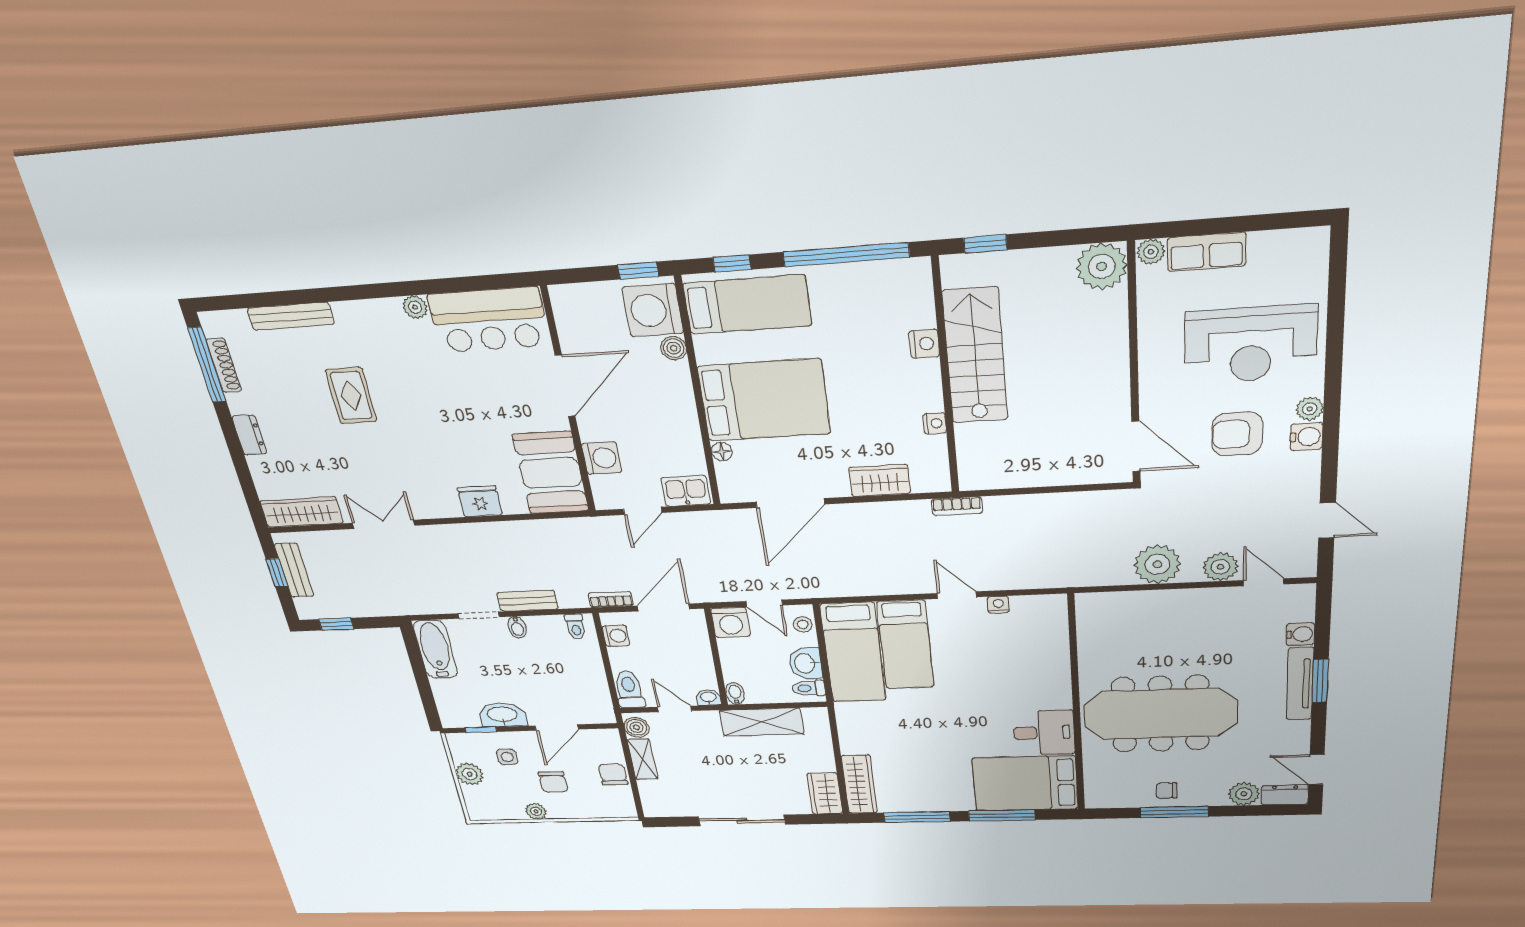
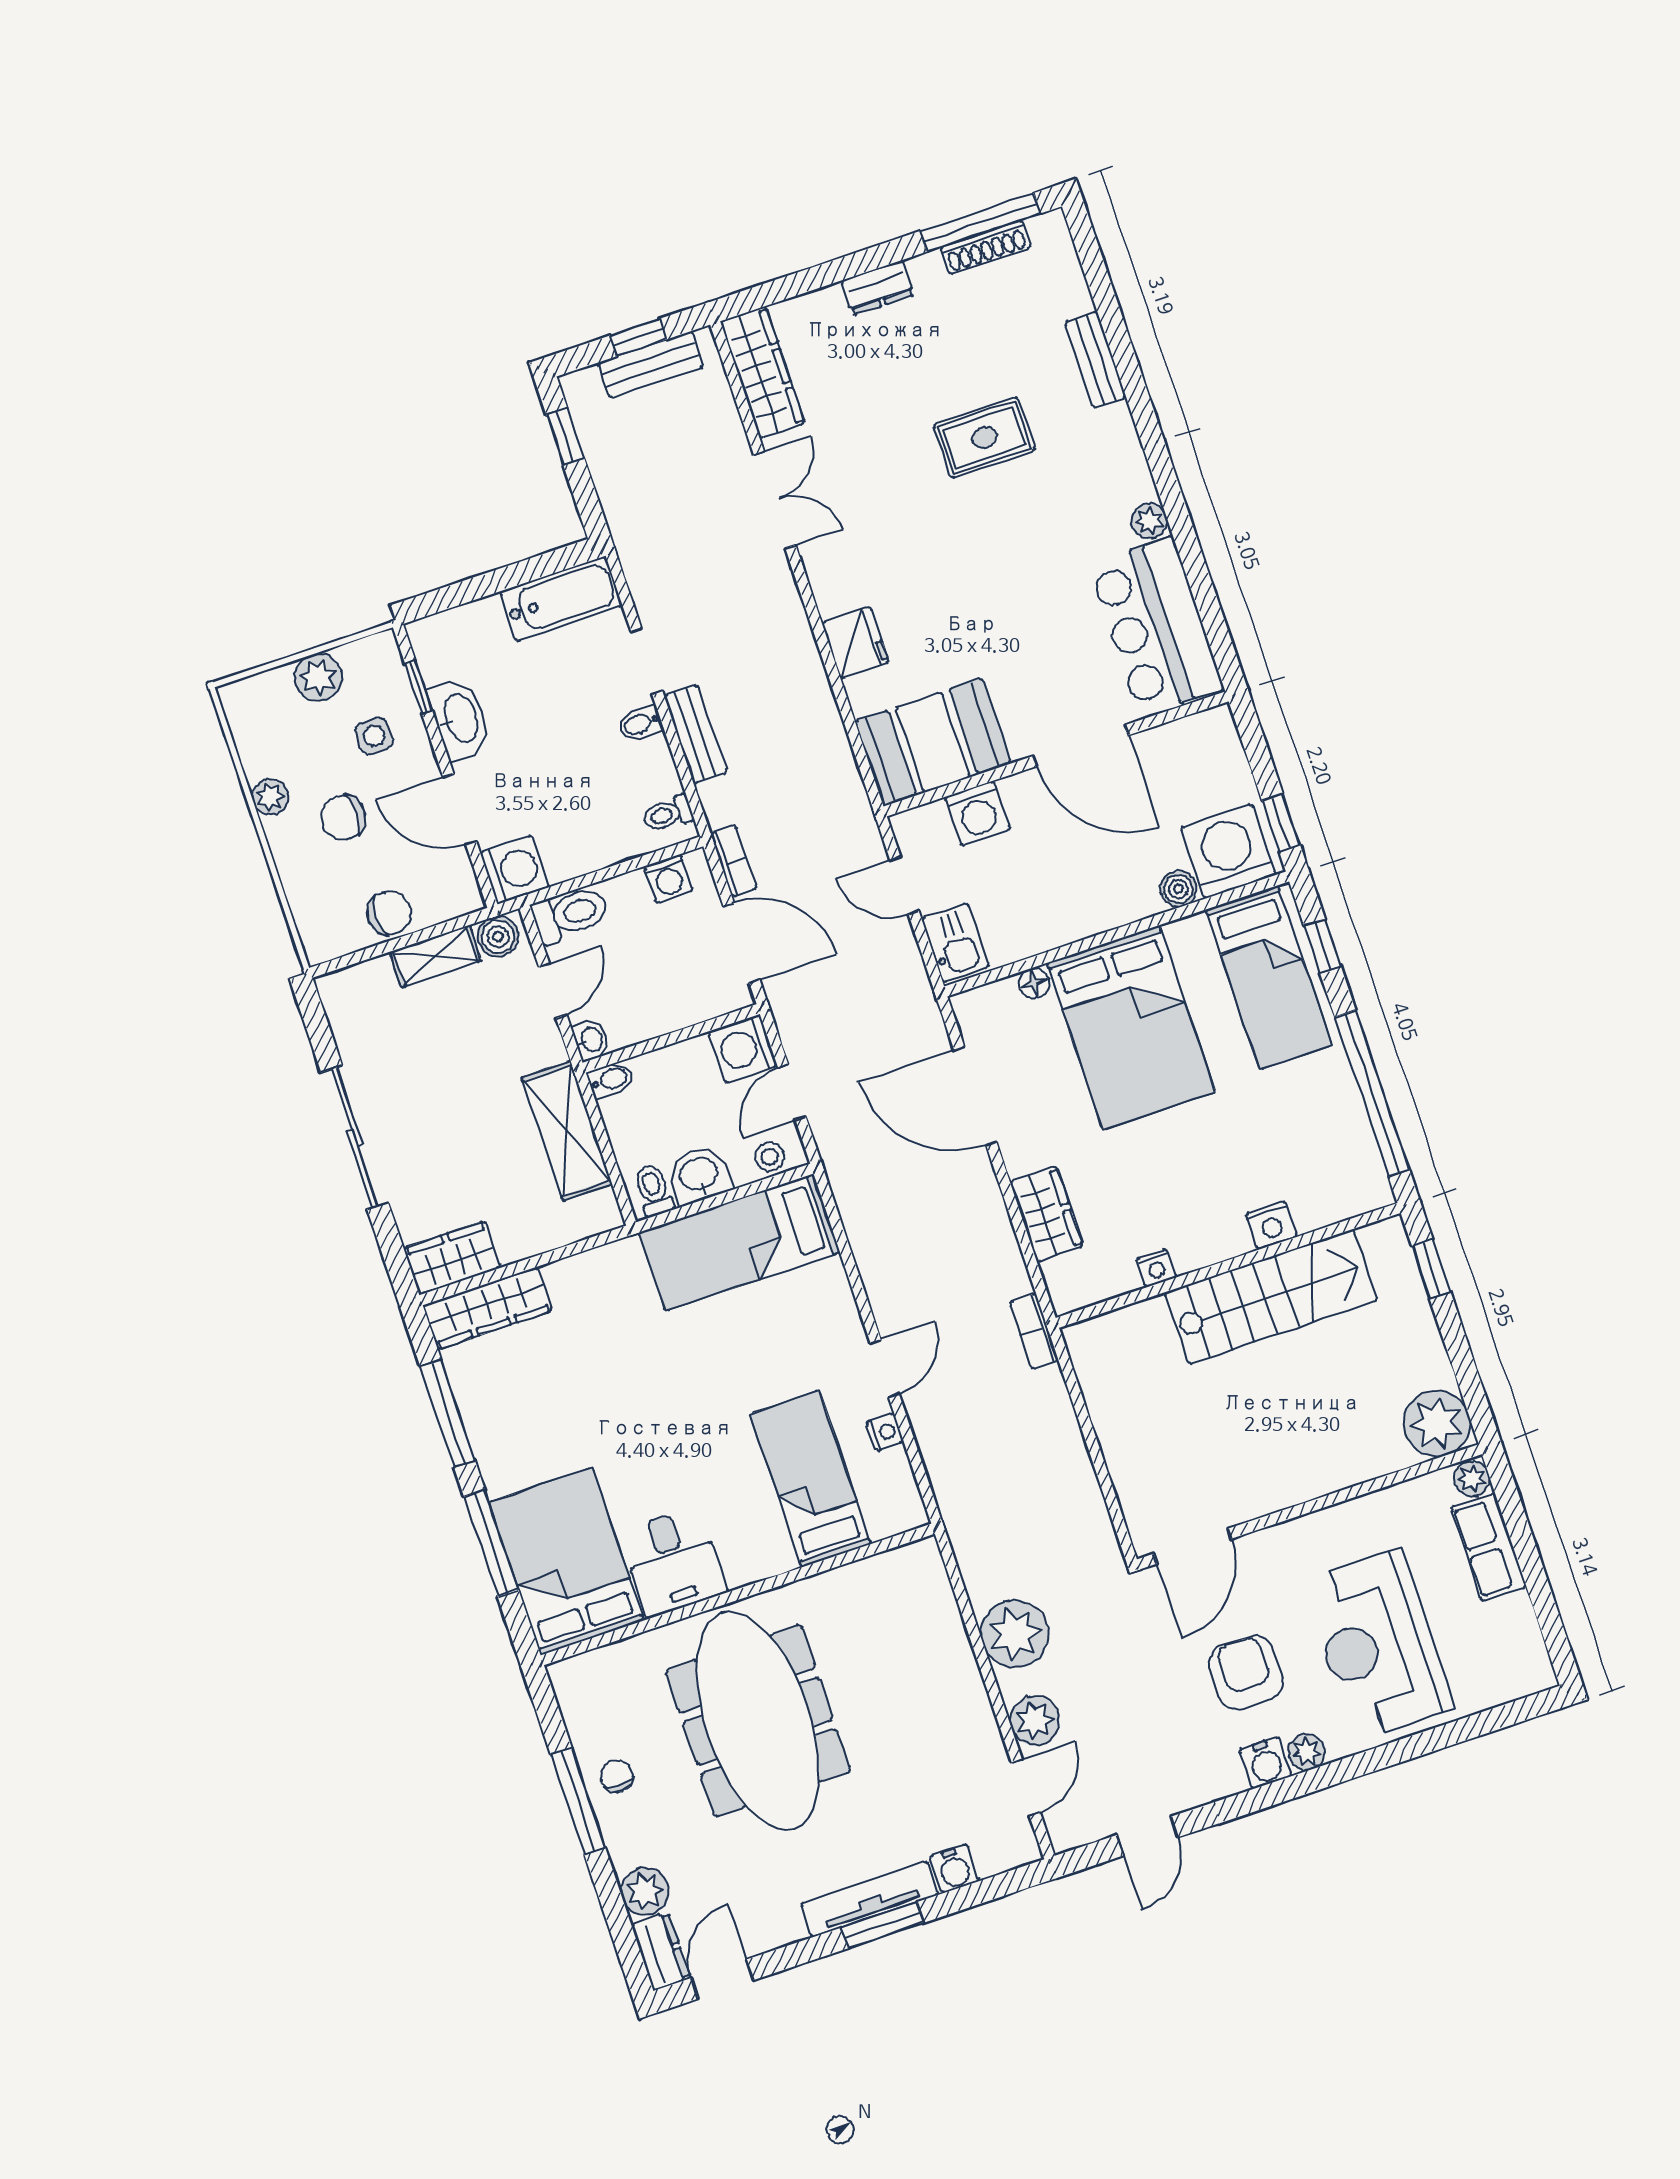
bench: (291, 316) -> (1095, 360), width x0.73
bed: (905, 645) -> (811, 1479), moved, turned 90
washing machine: (597, 710) -> (515, 870), added

